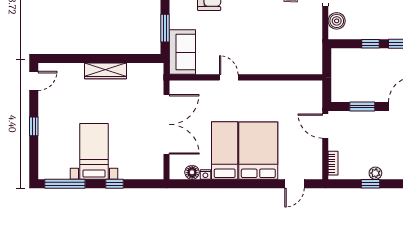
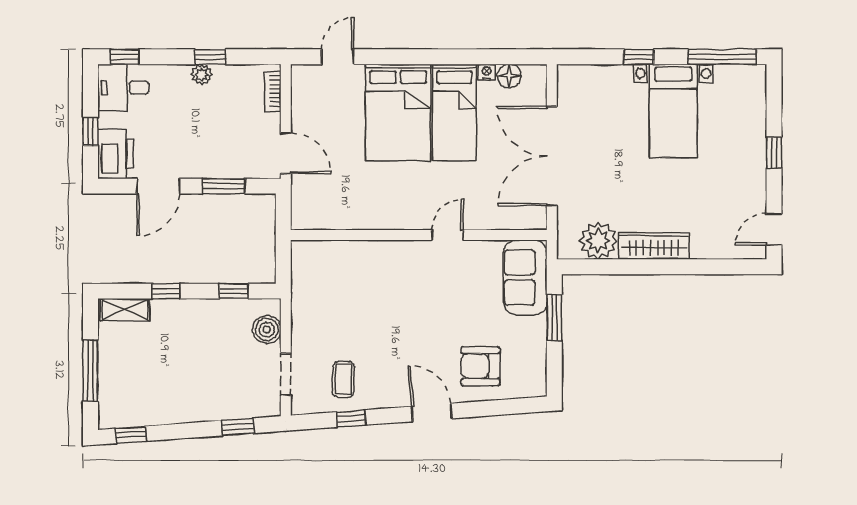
window: (371, 44) -> (234, 291), moved
plant: (139, 74) -> (598, 241), added
door: (229, 77) -> (447, 235), swing flipped

